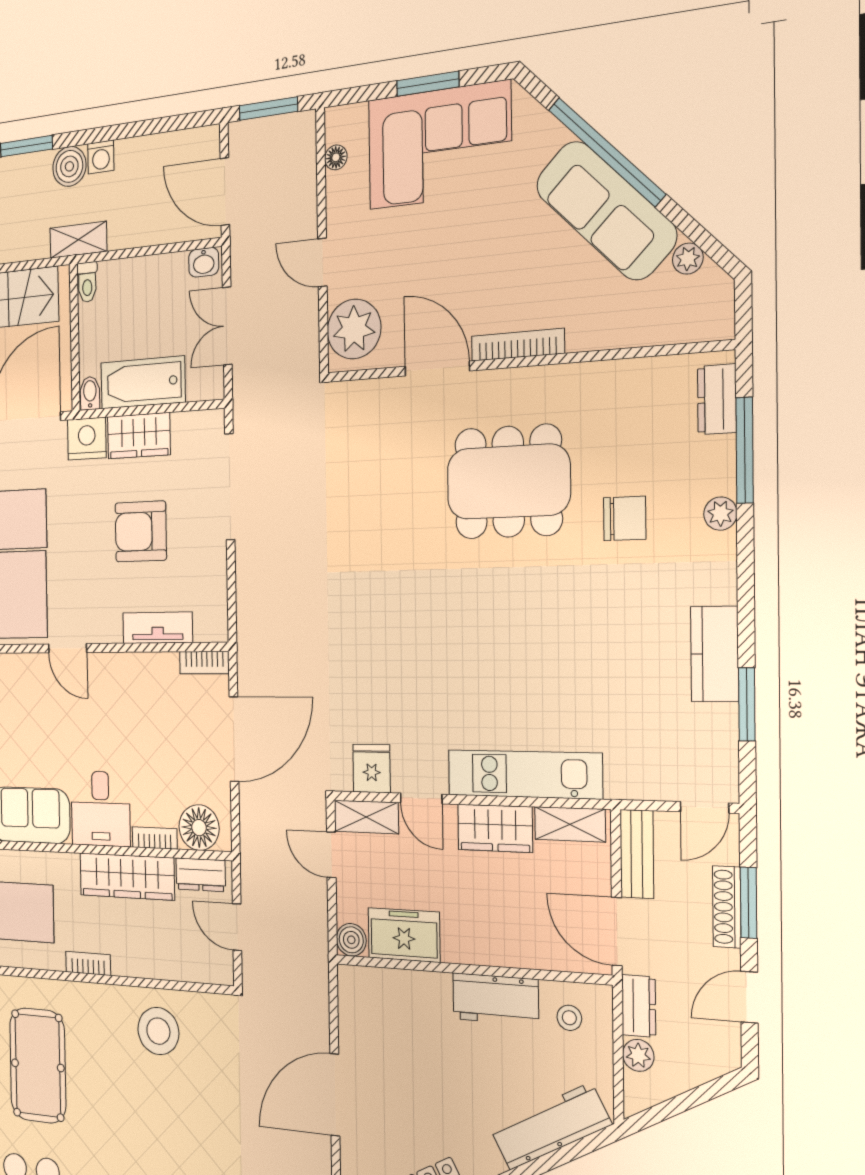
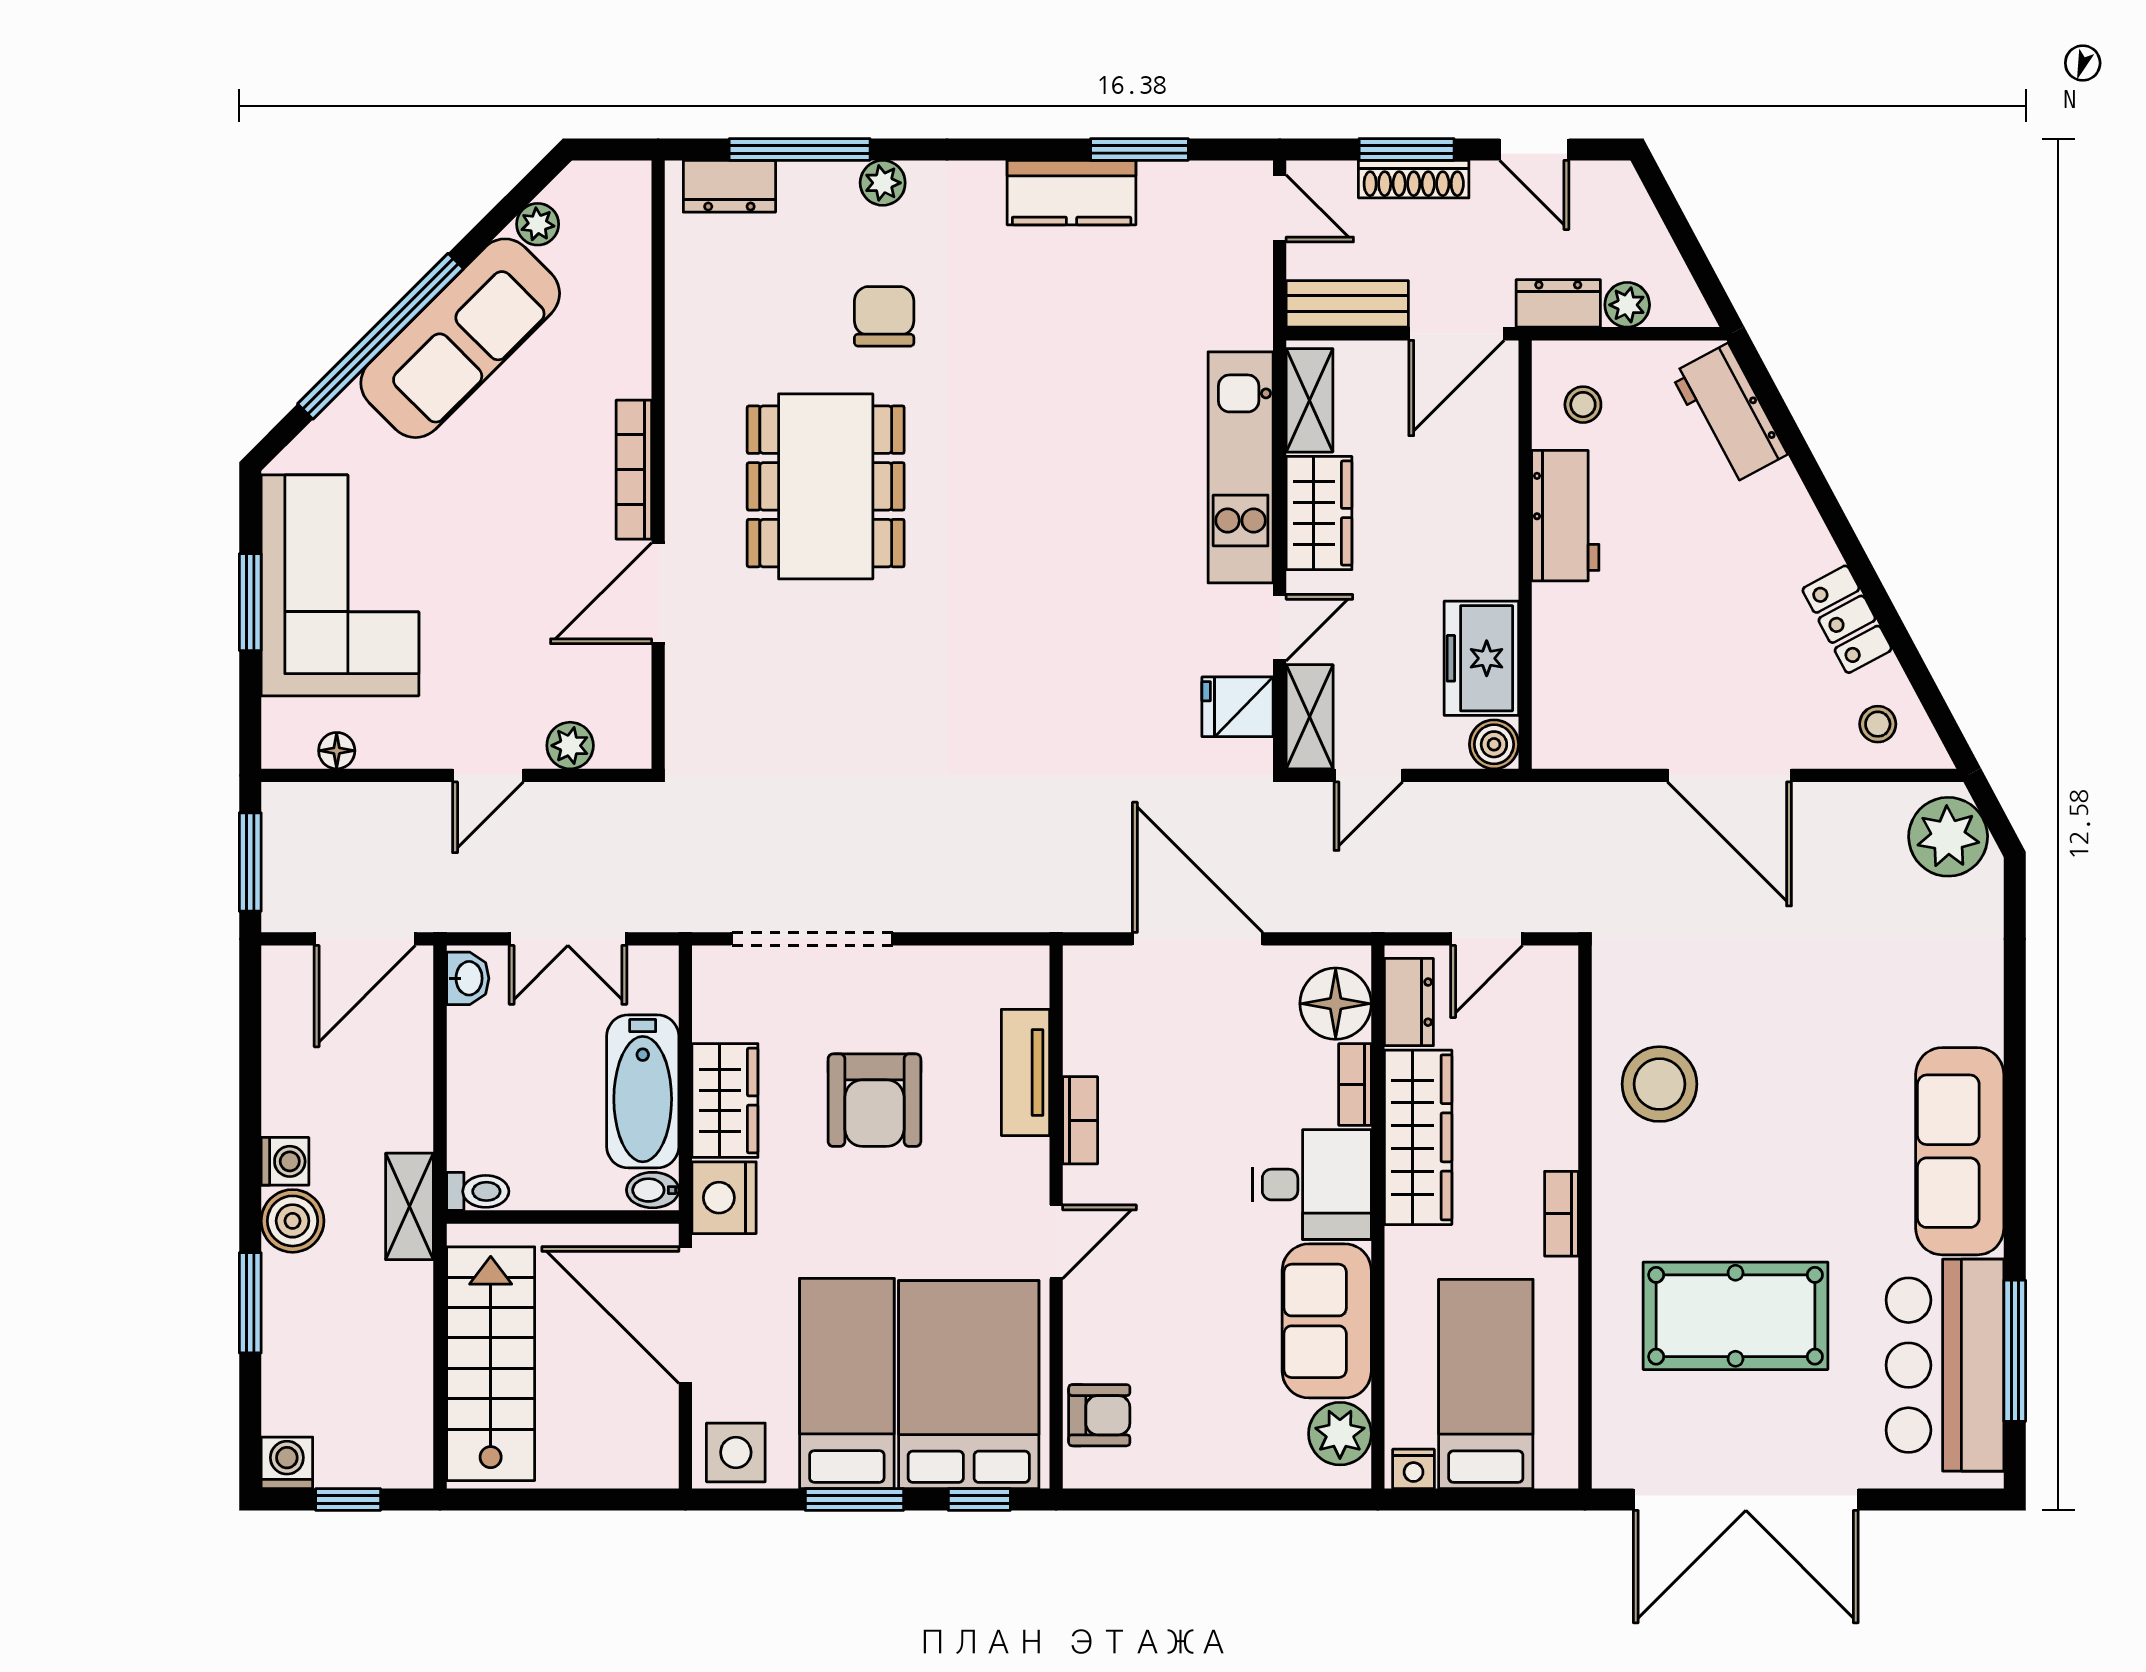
plant: (354, 329) -> (570, 746), width x0.53, depth x0.53
bookcase: (204, 663) -> (1080, 1120), moved
workbench: (550, 1126) -> (1729, 414), width x0.73

